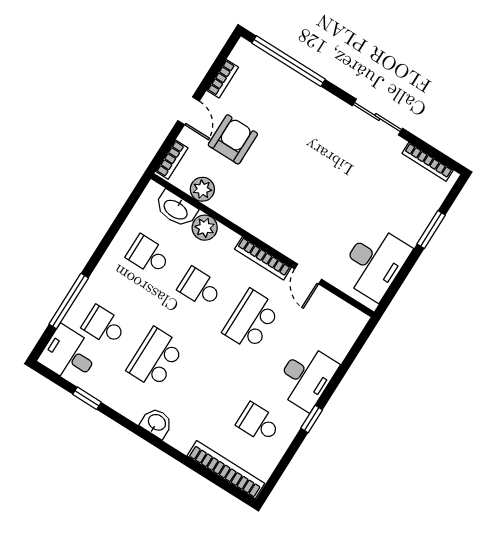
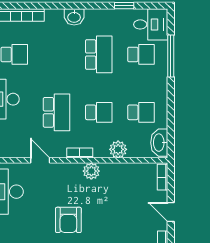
armchair: (233, 139) -> (68, 220), moved
plant: (202, 189) -> (91, 171), moved
washbasin: (176, 209) -> (159, 143), moved, turned -90
bookcase: (263, 258) -> (80, 153), width x0.64

